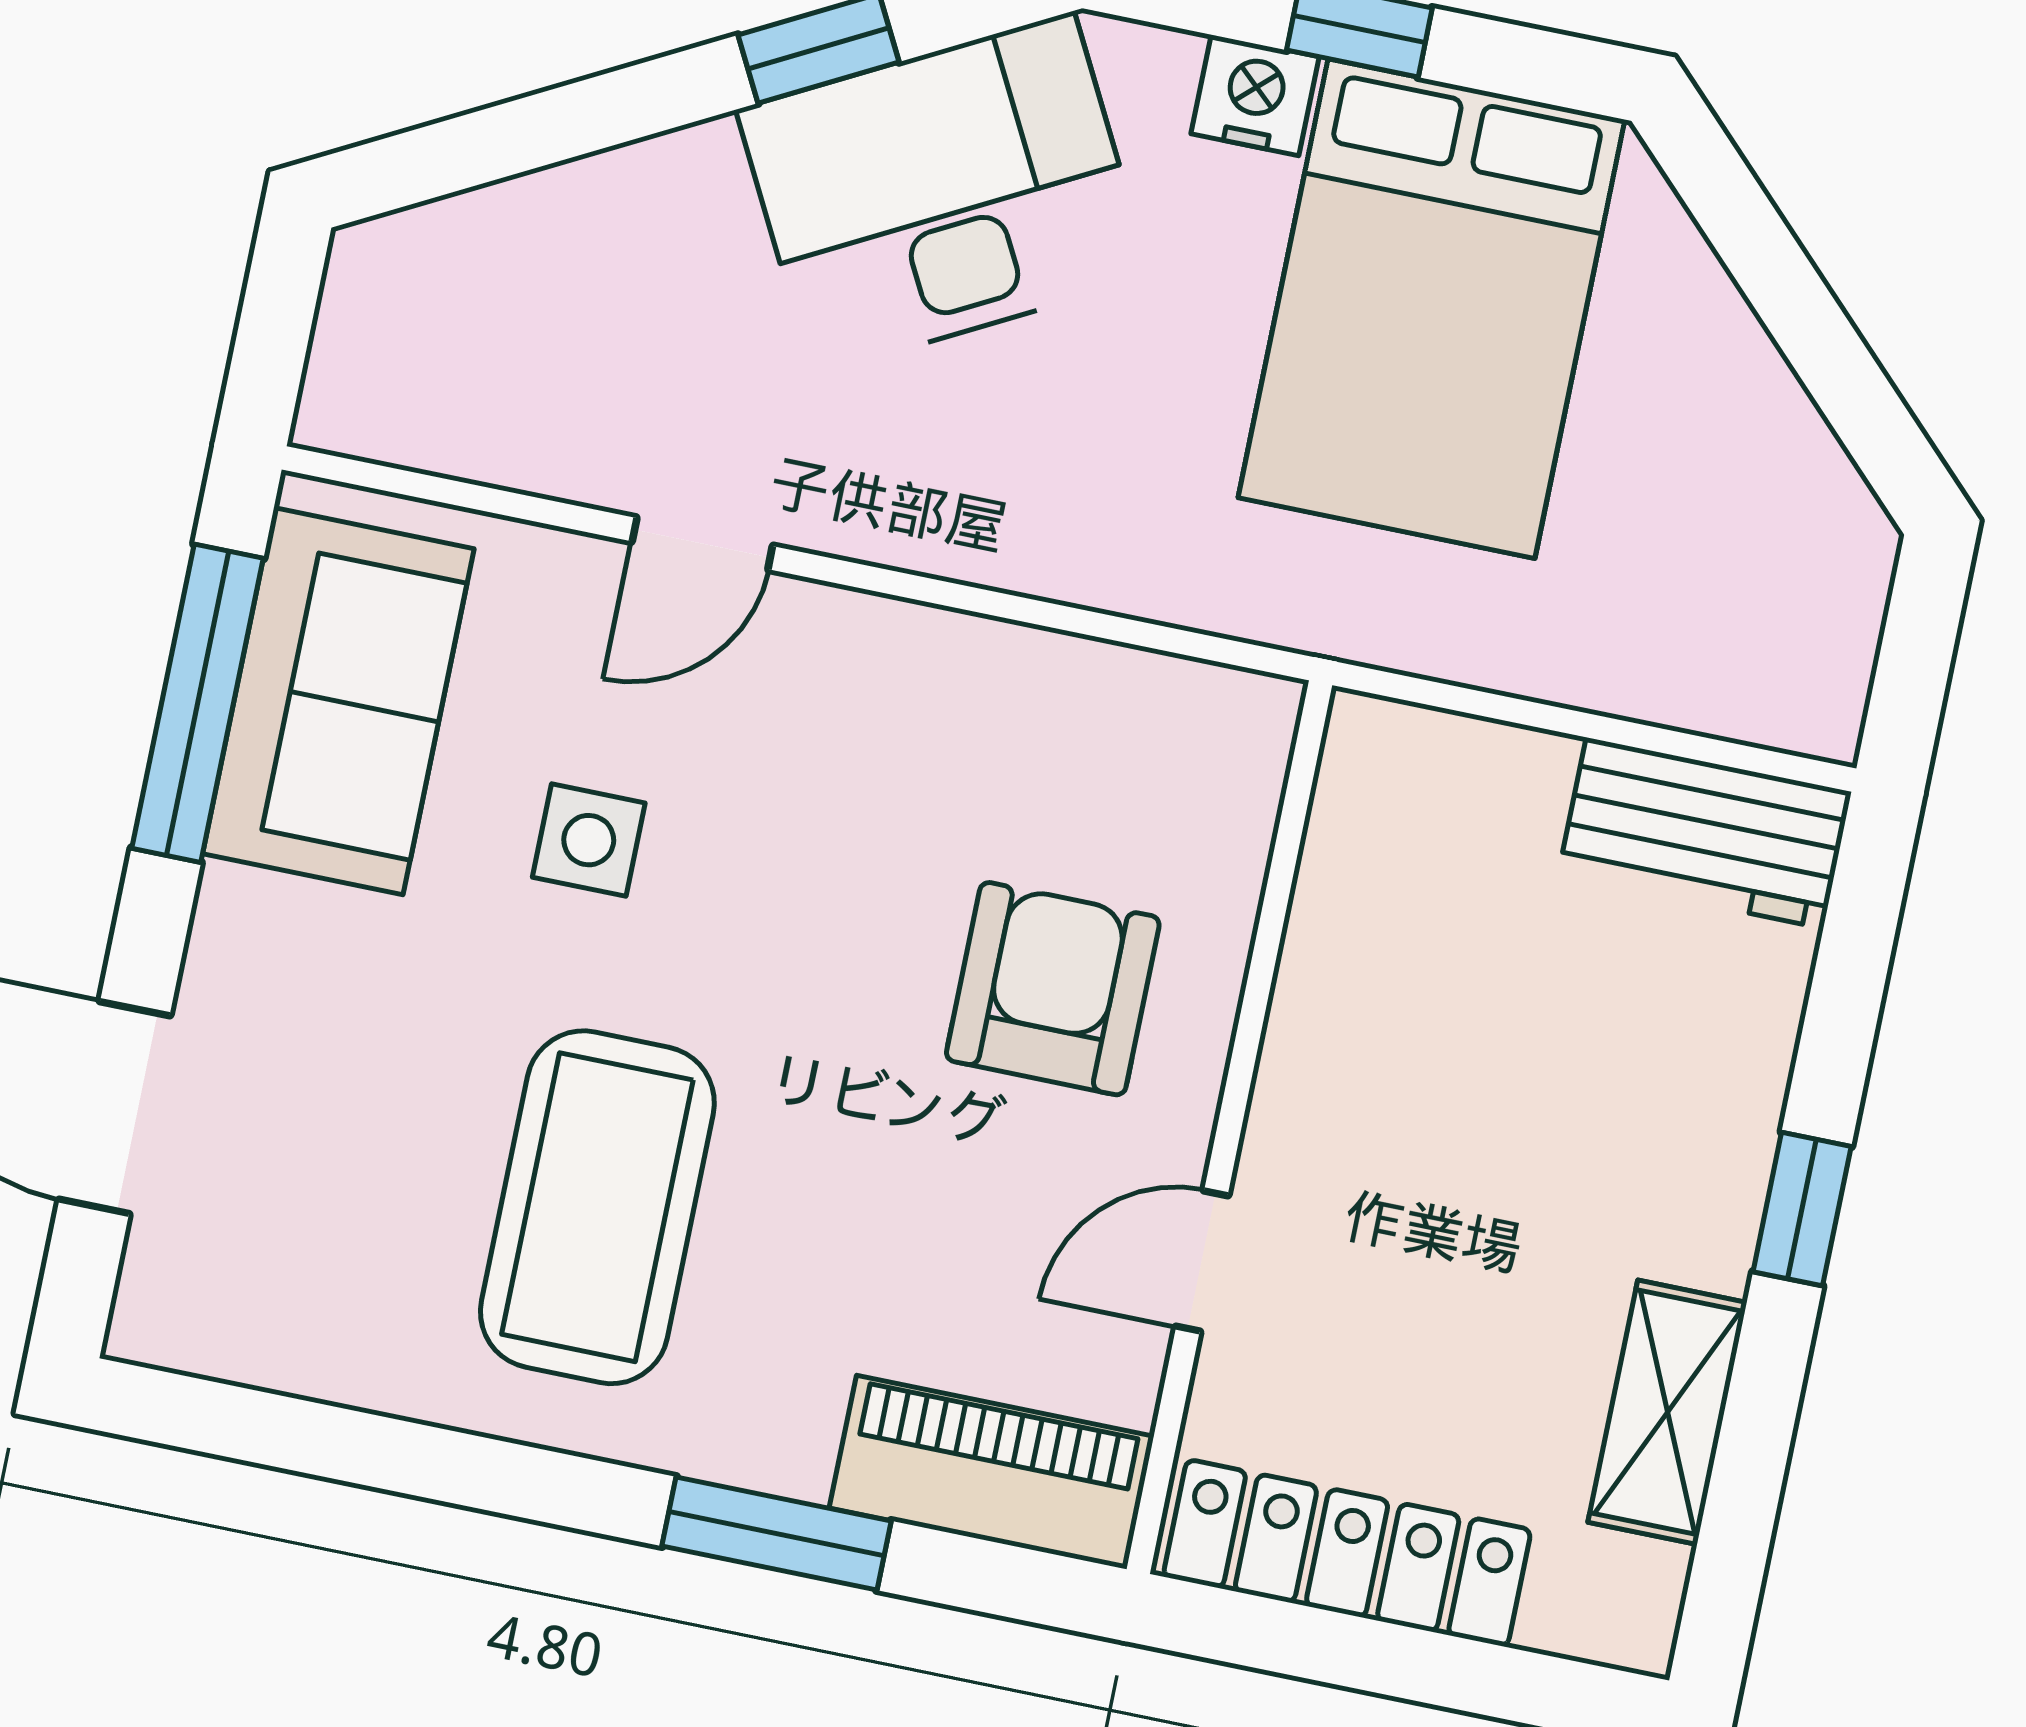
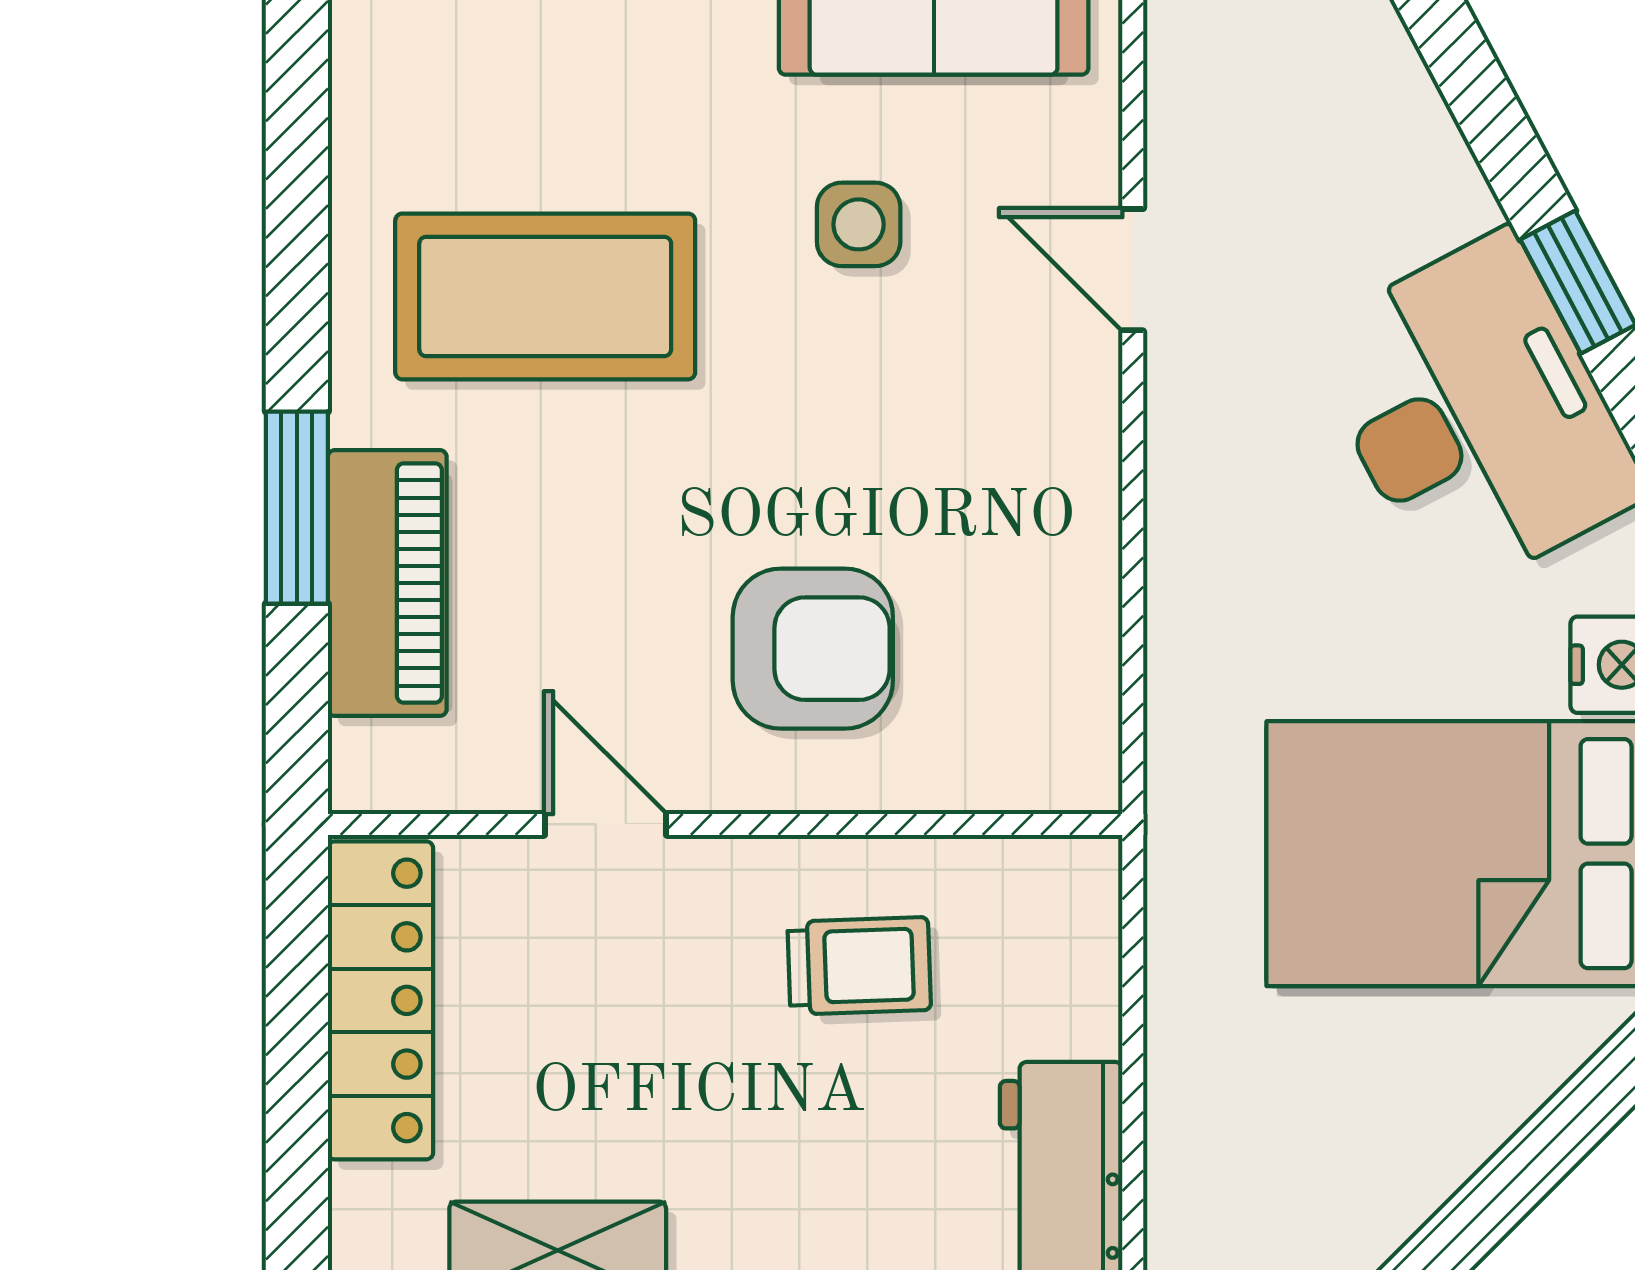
trolley: (1418, 1010) -> (859, 966), added
piano: (992, 1472) -> (387, 583), moved

